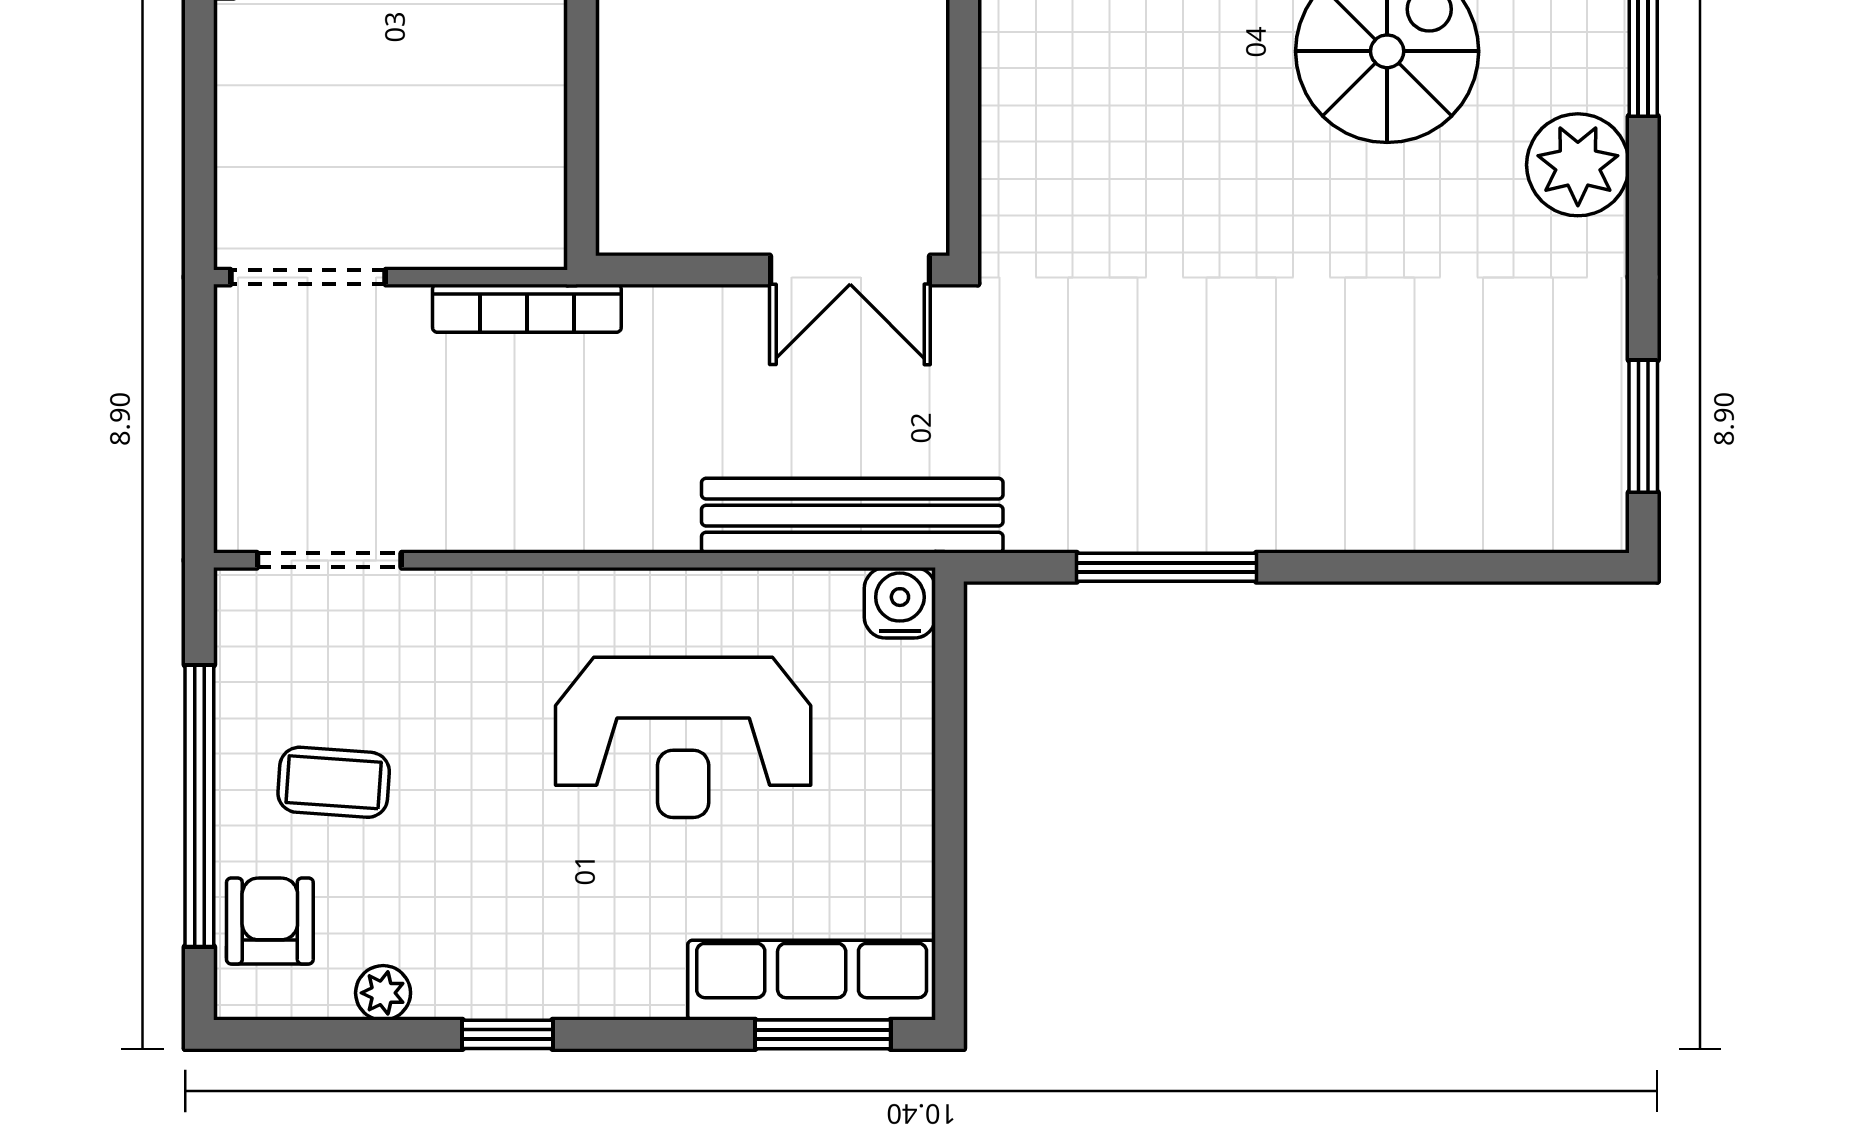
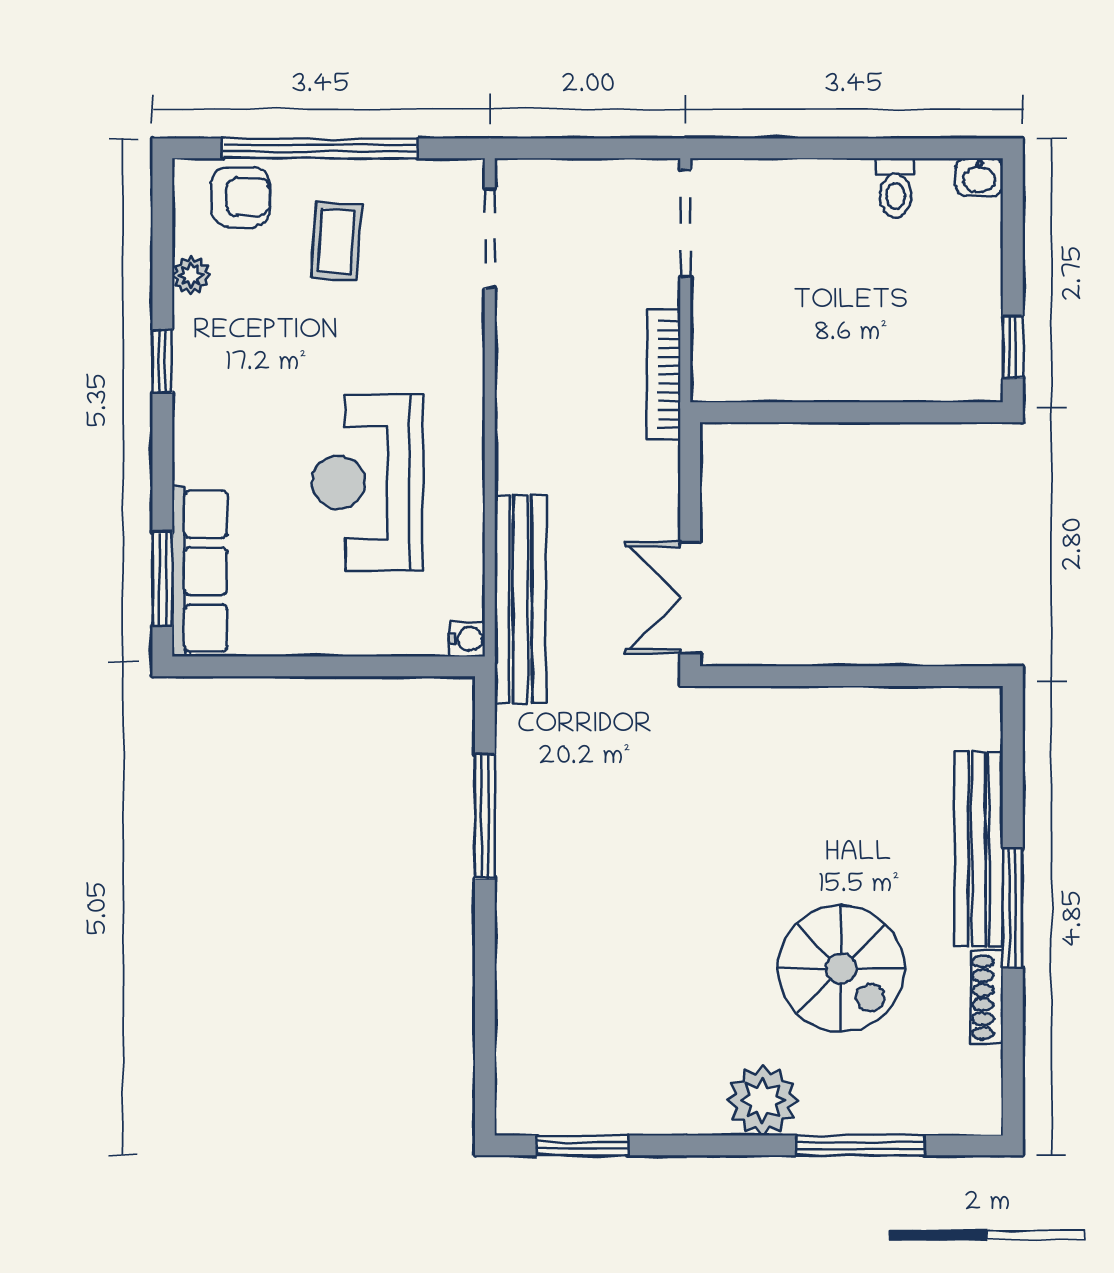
water cooler: (900, 603) -> (467, 639), width x0.72, depth x0.72

